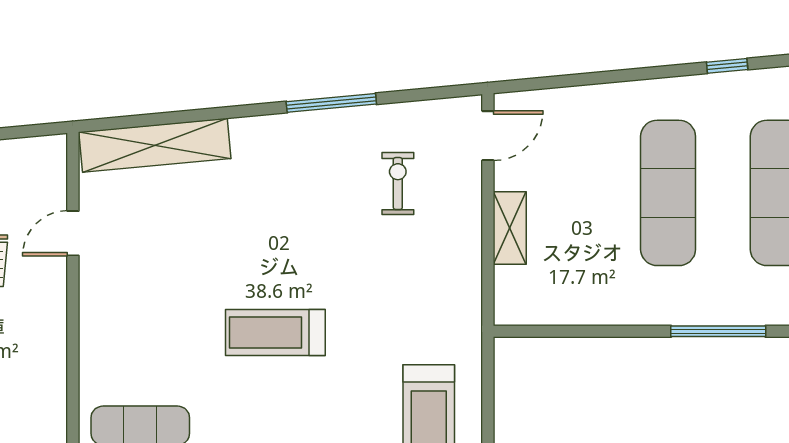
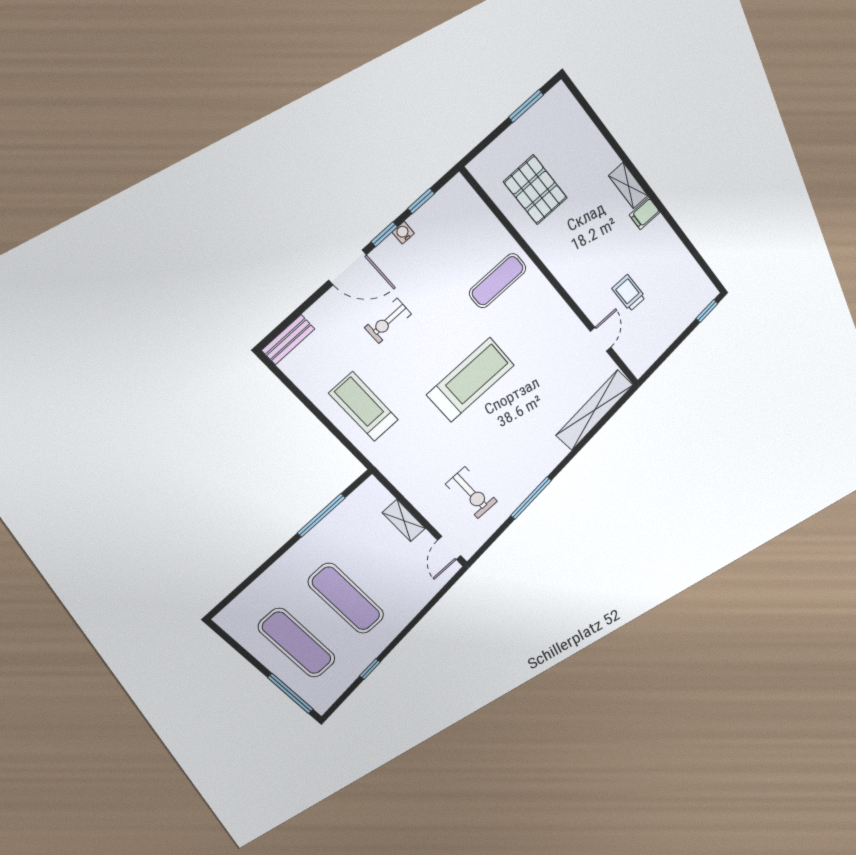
exercise bike: (398, 184) -> (471, 493), width x1.38, depth x1.39
window: (718, 331) -> (321, 515), moved
treadmill: (275, 333) -> (470, 380), width x1.37, depth x1.38

